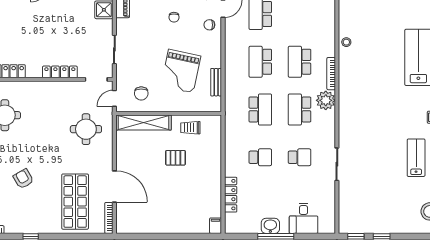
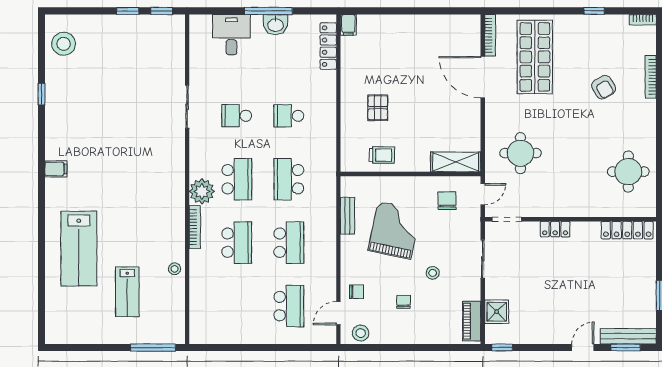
stool: (152, 39) -> (433, 273), added
locker: (60, 72) -> (555, 229), width x0.66
shelving: (144, 123) -> (456, 162), width x0.68
pallet: (175, 158) -> (378, 108), moved, turned 90
lab bench: (416, 158) -> (127, 292), moved
locker: (231, 195) -> (328, 46), moved

